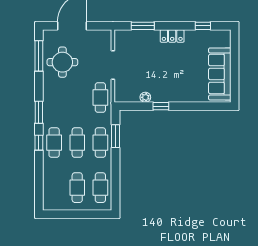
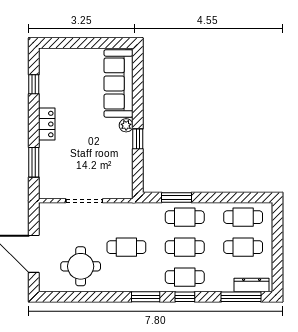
window: (39, 56) -> (241, 297), moved
sofa: (220, 74) -> (118, 83), moved, turned 90
cafe table: (100, 97) -> (126, 247), moved
plant: (145, 97) -> (126, 125), moved
dresser: (48, 194) -> (252, 285), added

